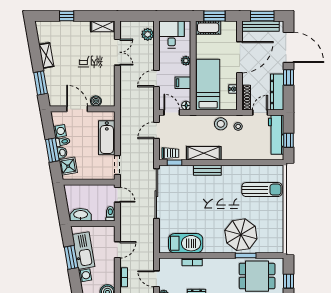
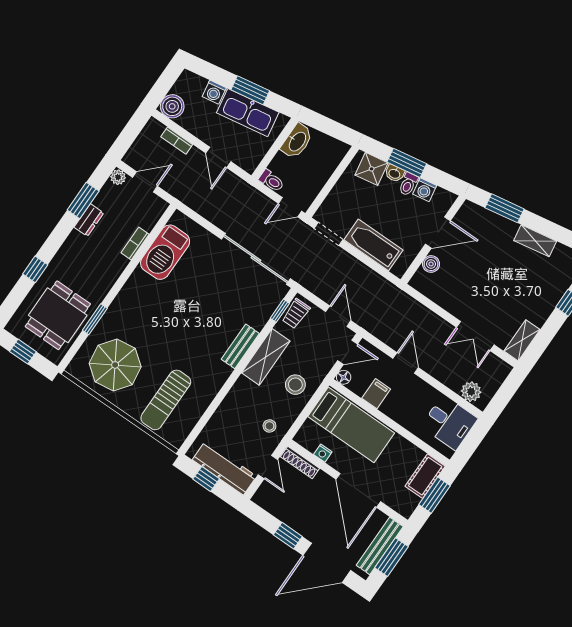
plant: (186, 61) -> (402, 417), removed
dresser: (277, 92) -> (279, 508), removed
stool: (221, 124) -> (295, 385), moved
parasol: (241, 235) -> (115, 365), moved

